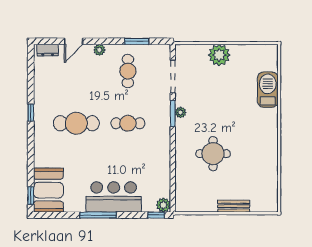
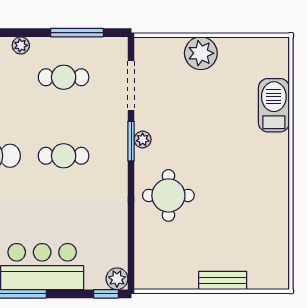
window: (137, 41) -> (77, 33), width x1.44
cafe table: (128, 71) -> (64, 77), turned 90
round table: (213, 154) -> (168, 195), moved

